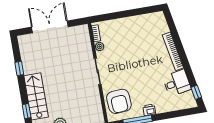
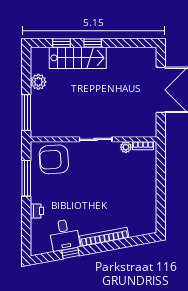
window: (19, 68) -> (93, 43), moved
window: (196, 92) -> (70, 253), moved
printer: (149, 110) -> (37, 211), moved

